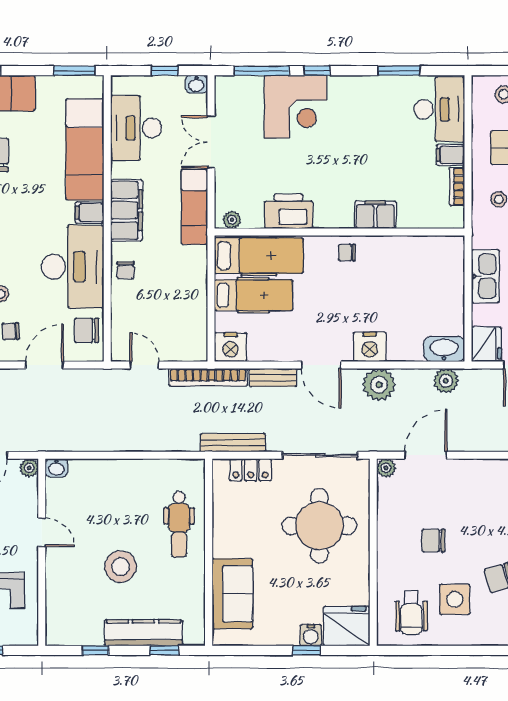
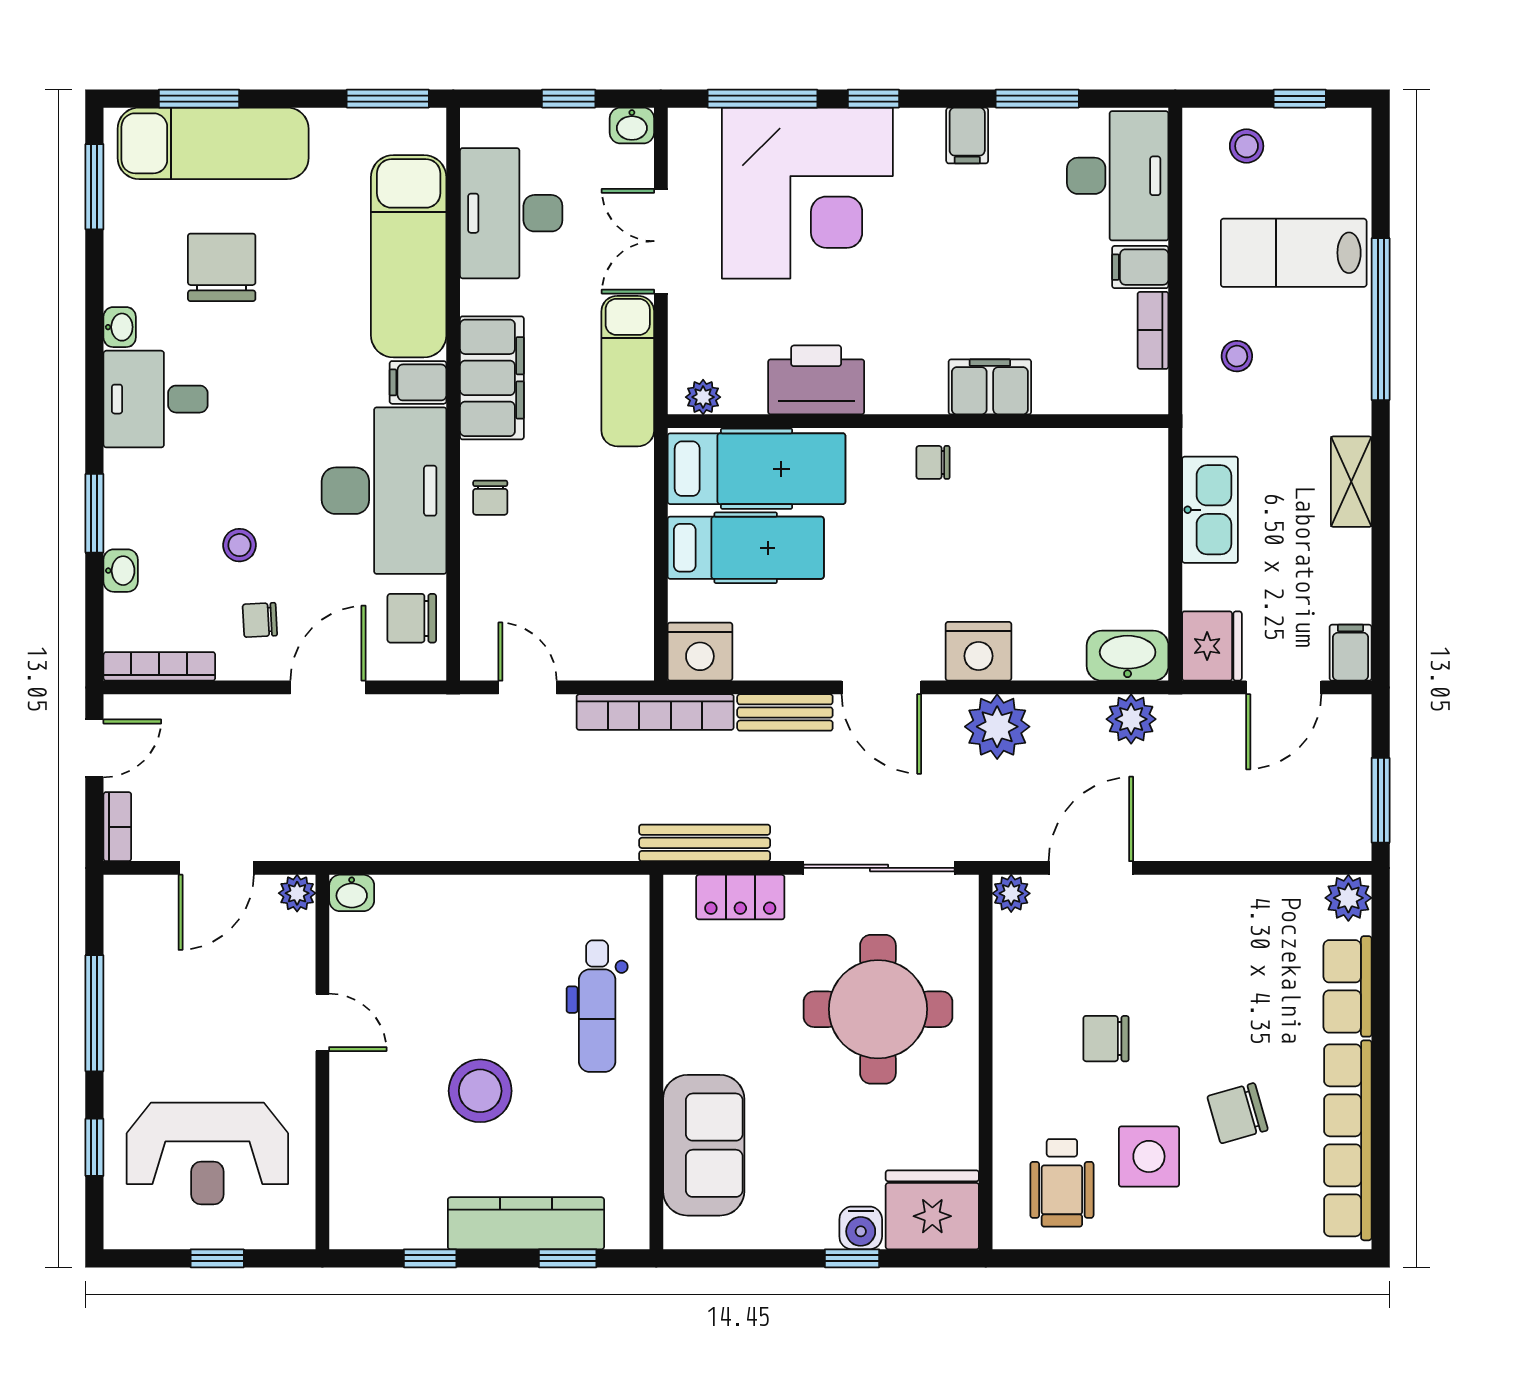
filing cabinet: (364, 89) -> (967, 136), added
corner desk: (296, 107) -> (807, 193), width x1.36, depth x1.36

